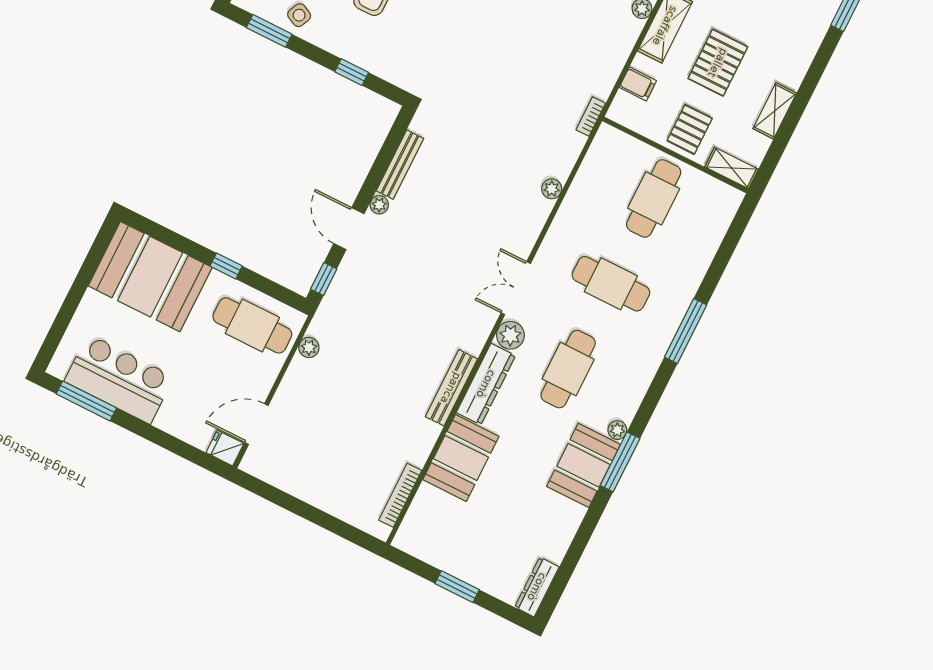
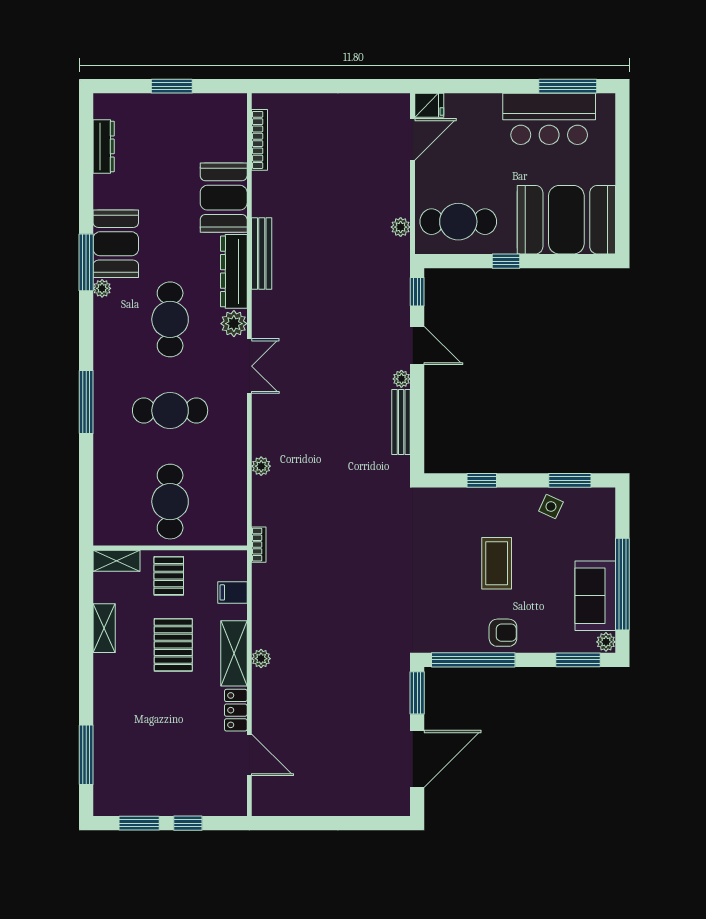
dresser: (537, 587) -> (104, 146), moved

